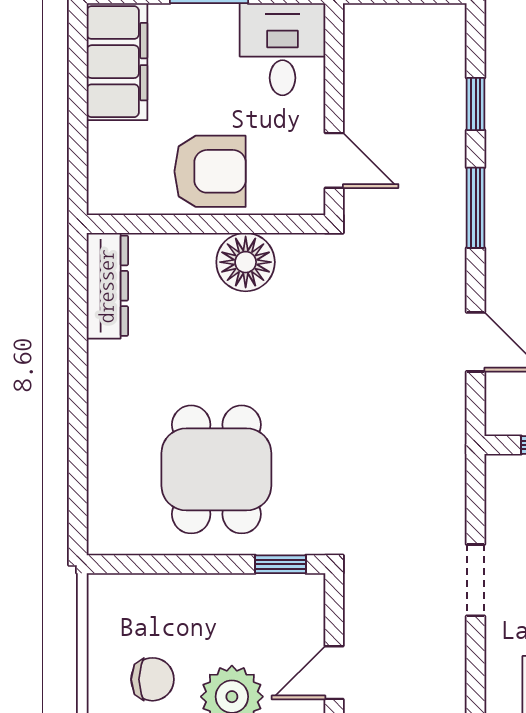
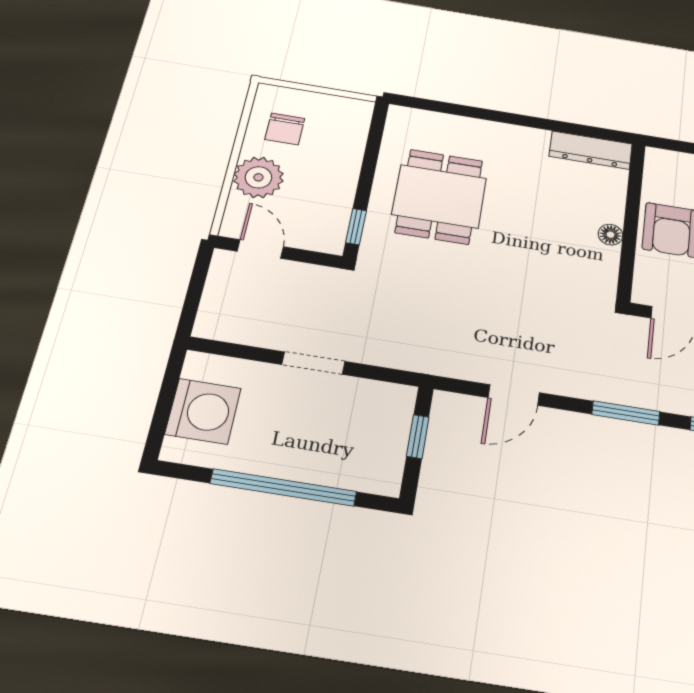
floor lamp: (246, 262) -> (610, 235), width x0.53, depth x0.53
dining table: (216, 469) -> (439, 196), turned 90

